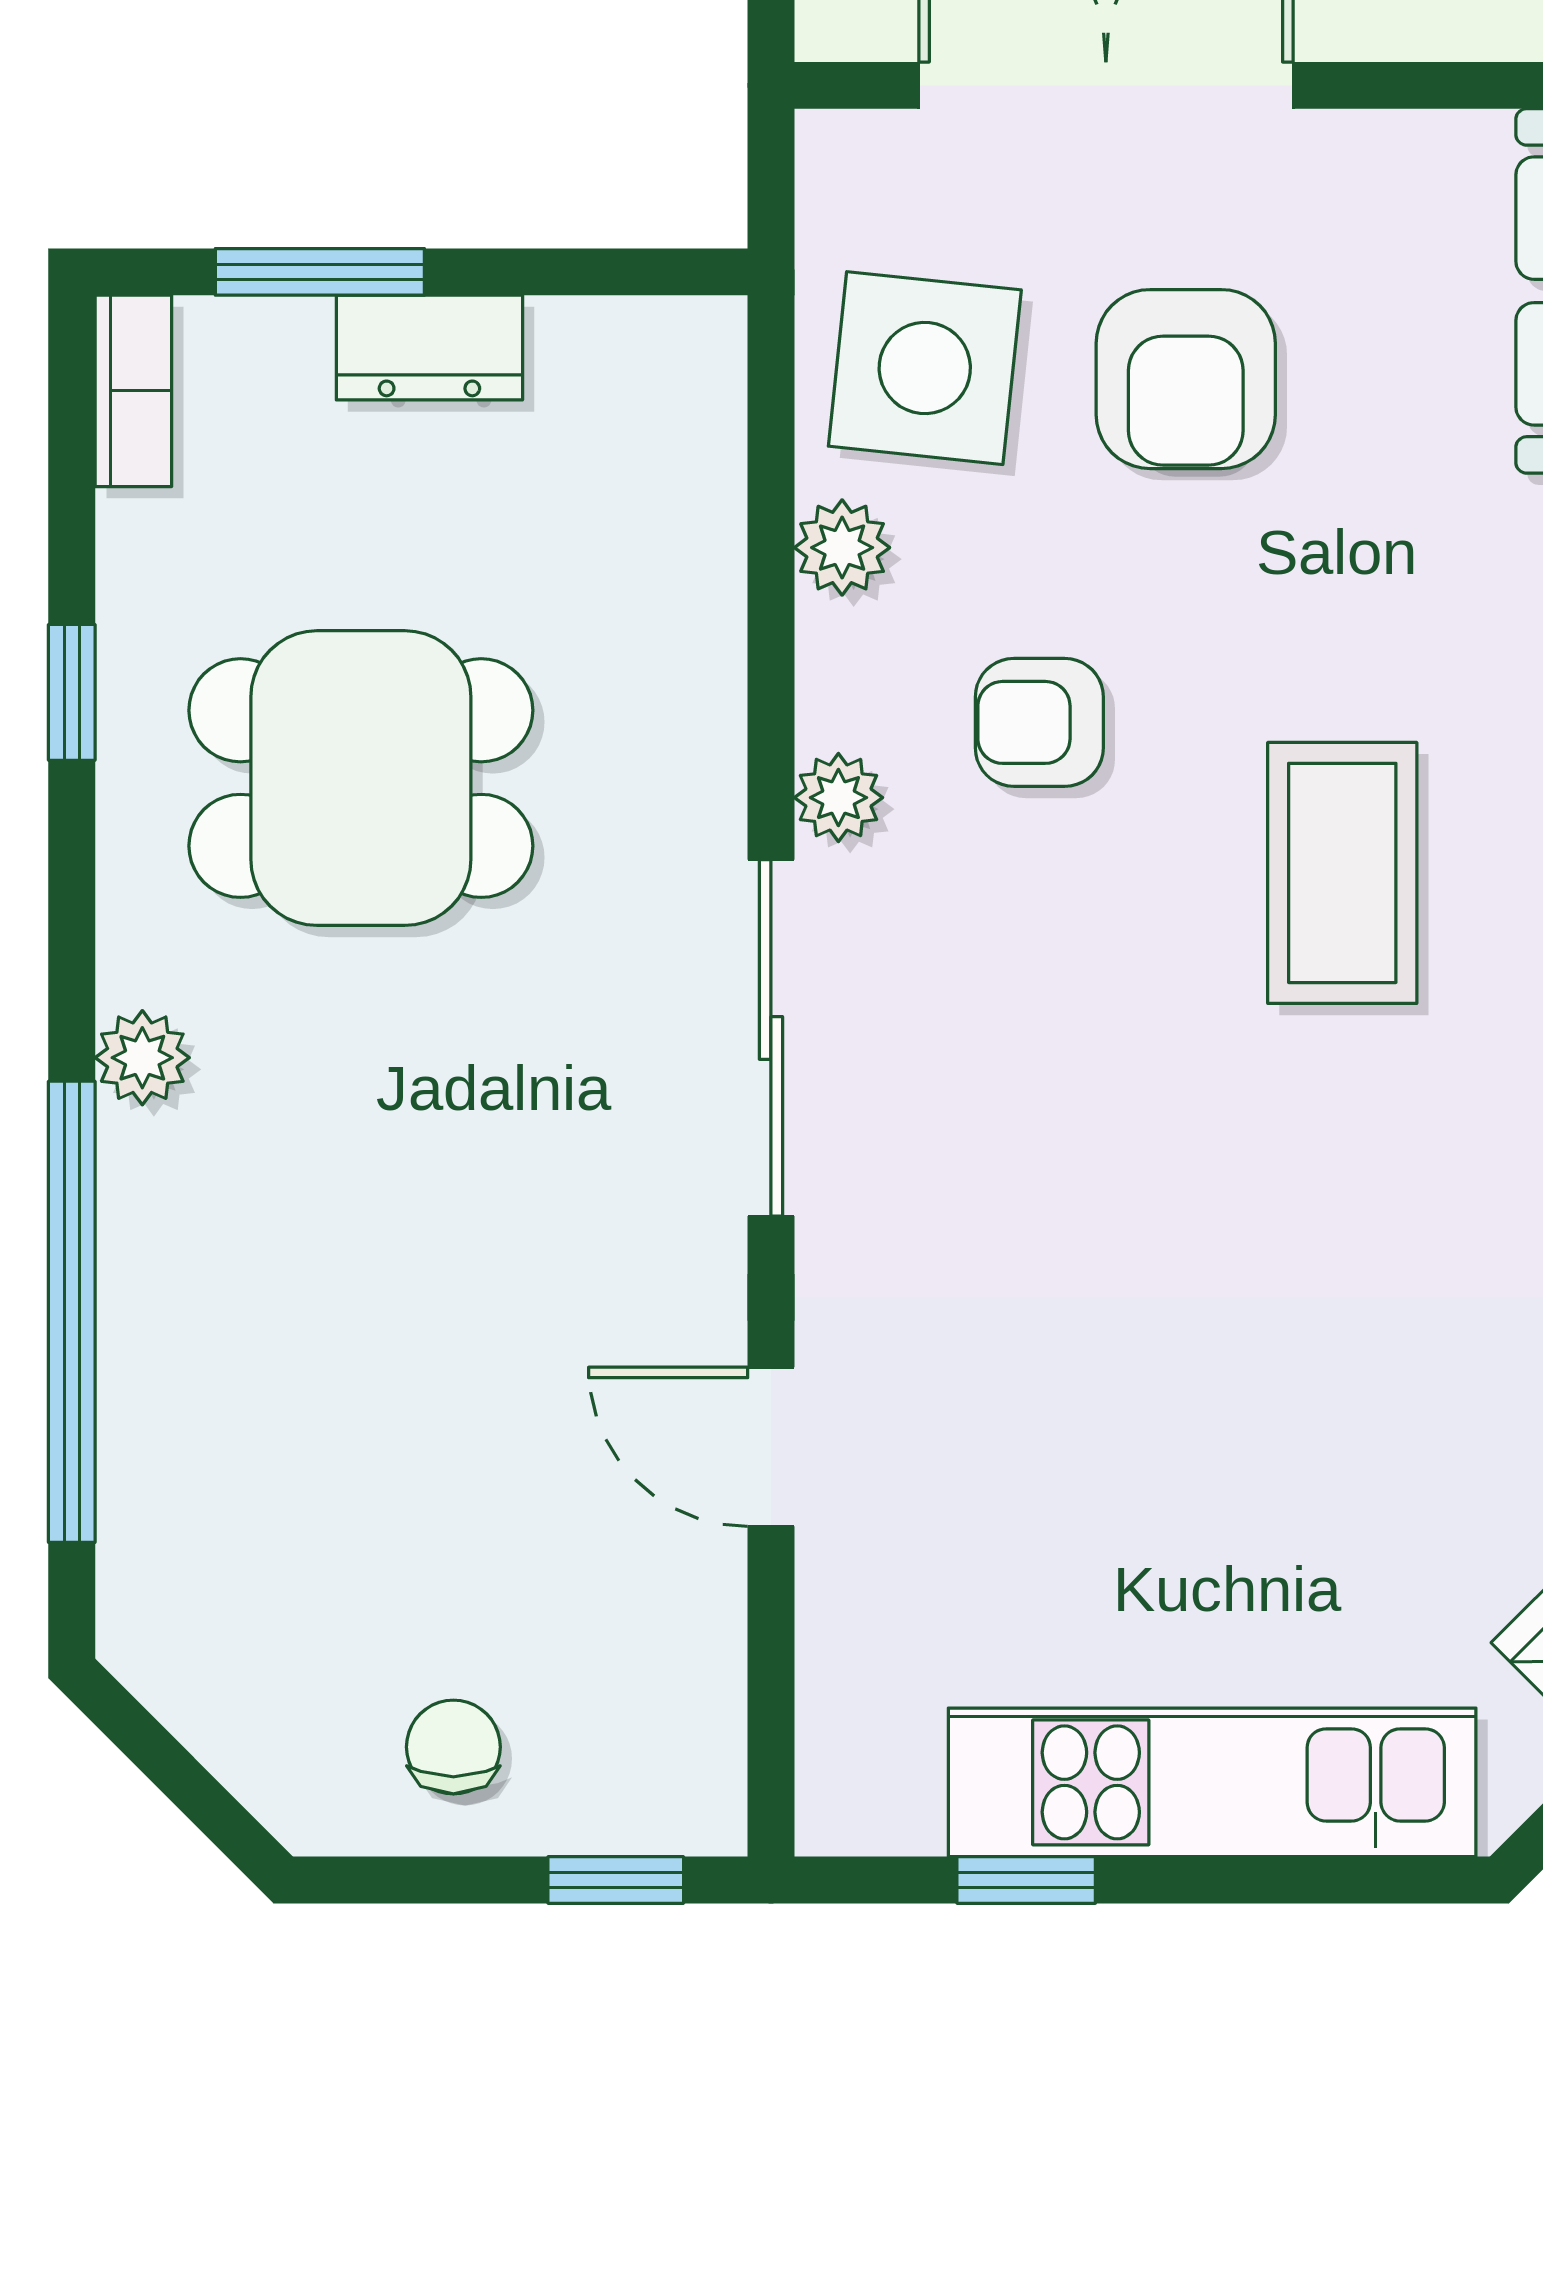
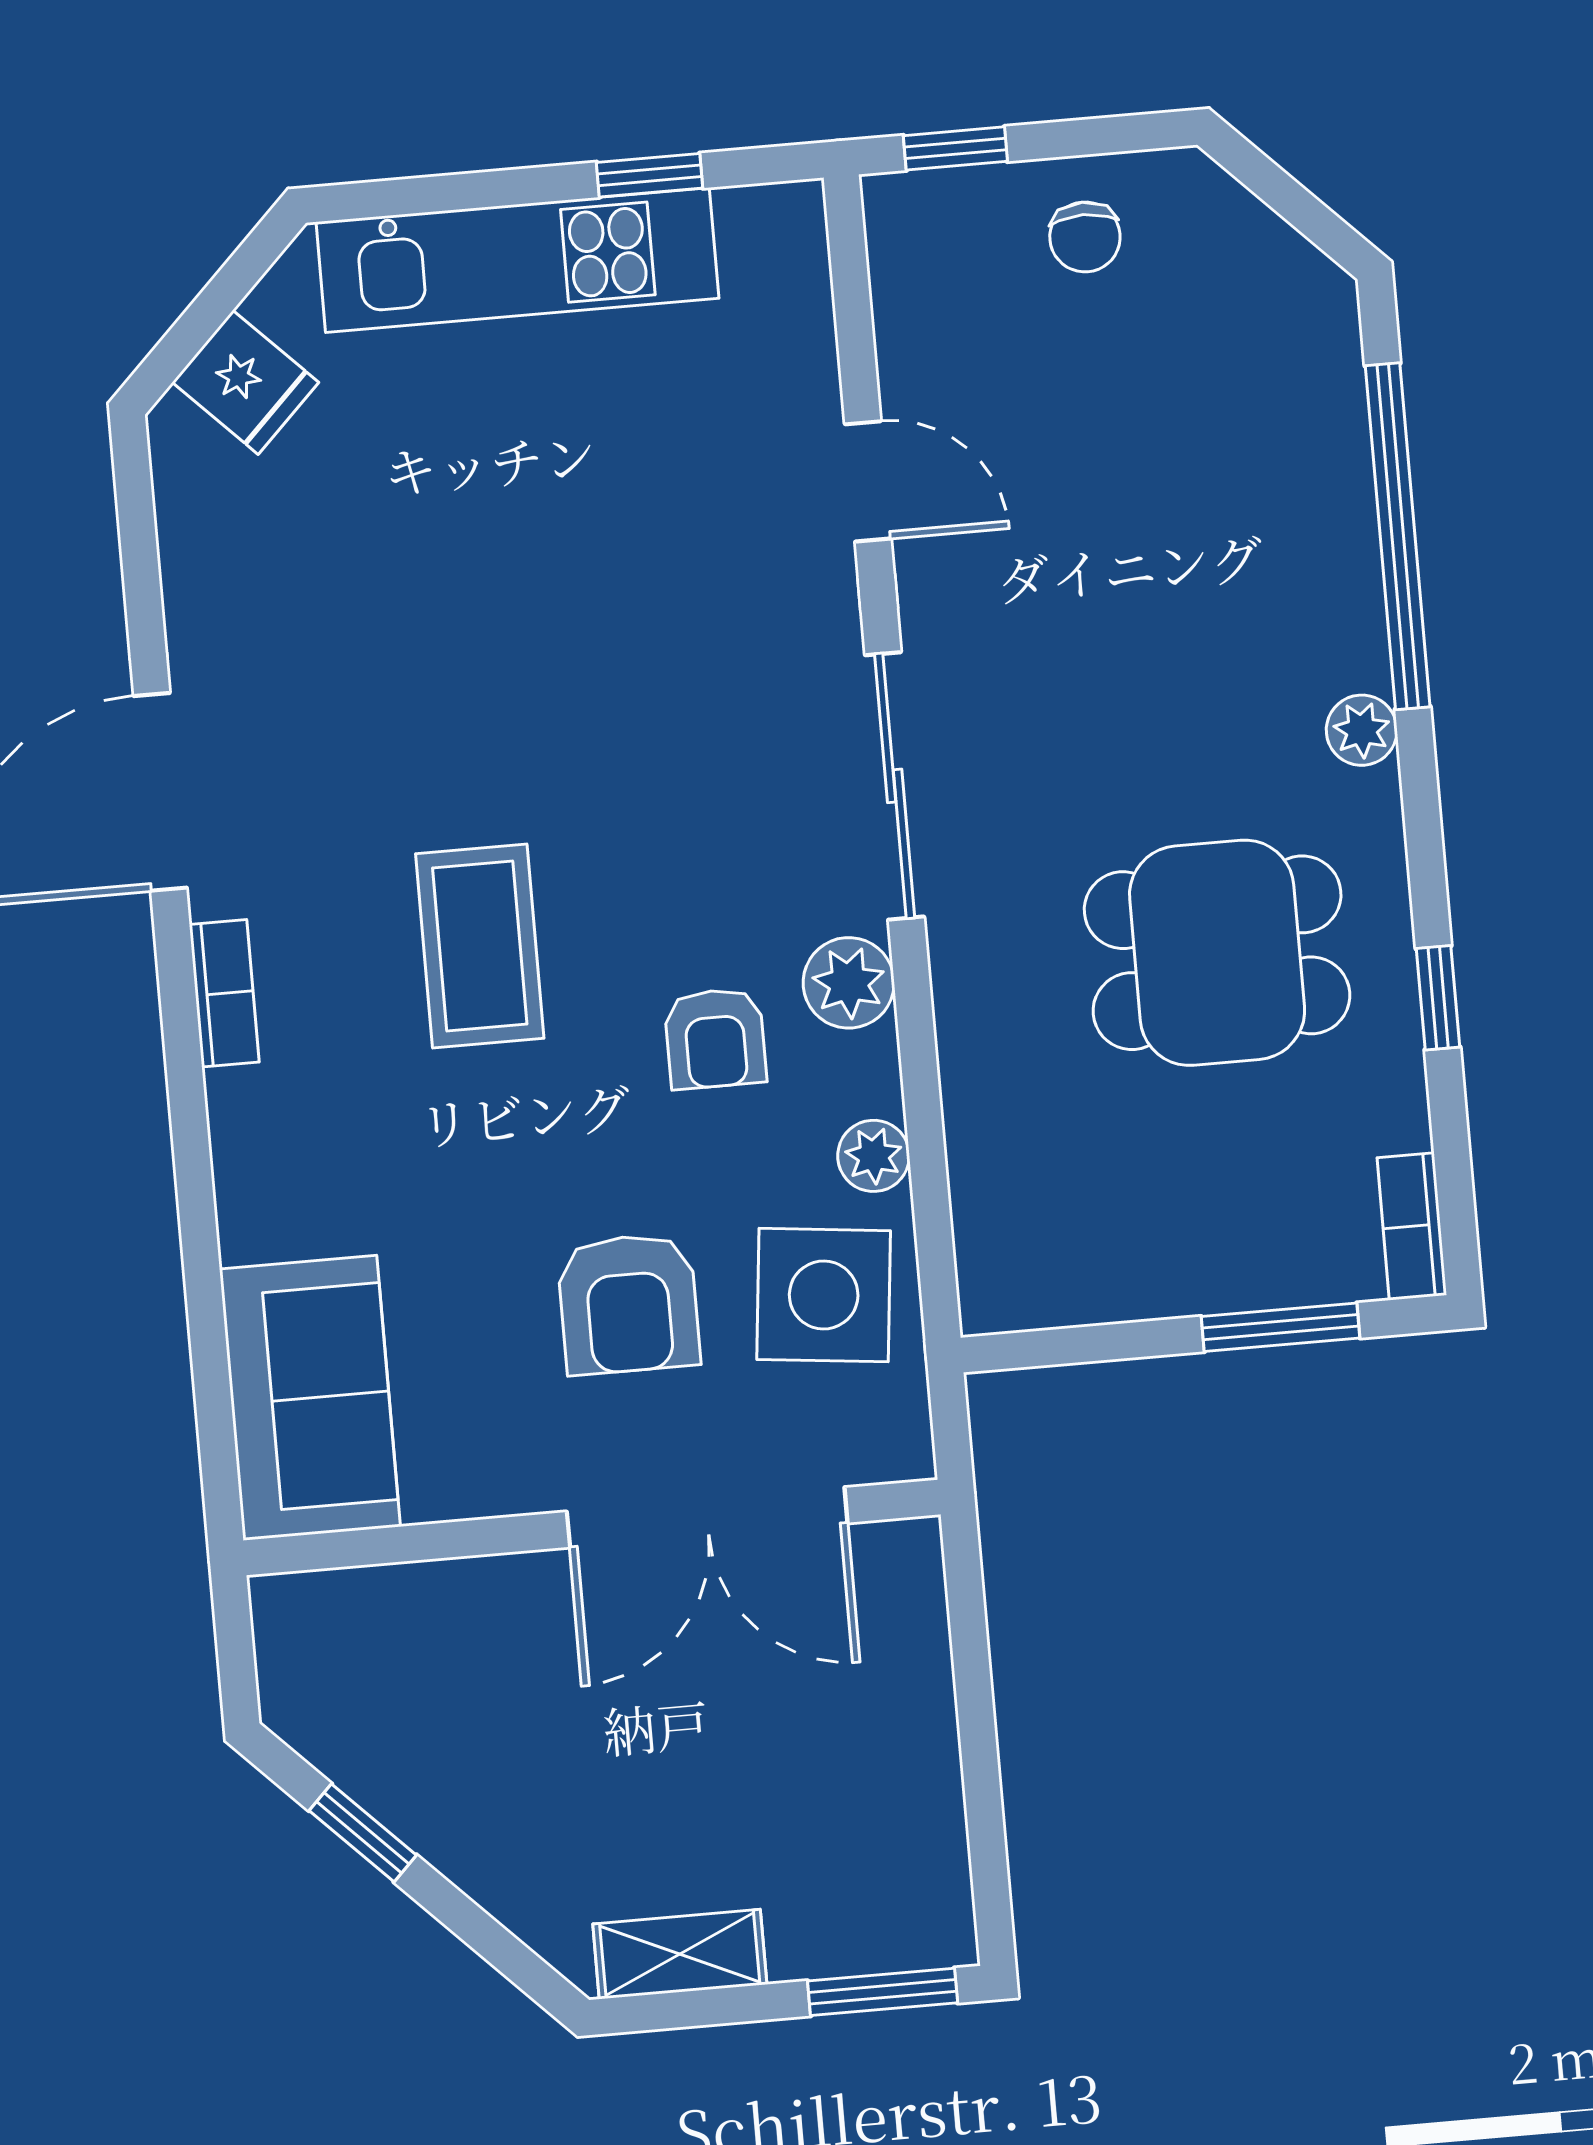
dresser: (429, 348) -> (1194, 1278), removed
armchair: (1186, 379) -> (629, 1304), turned 180
armchair: (1039, 722) -> (715, 1038), turned 90
plant: (838, 798) -> (849, 983), width x1.38, depth x1.38

